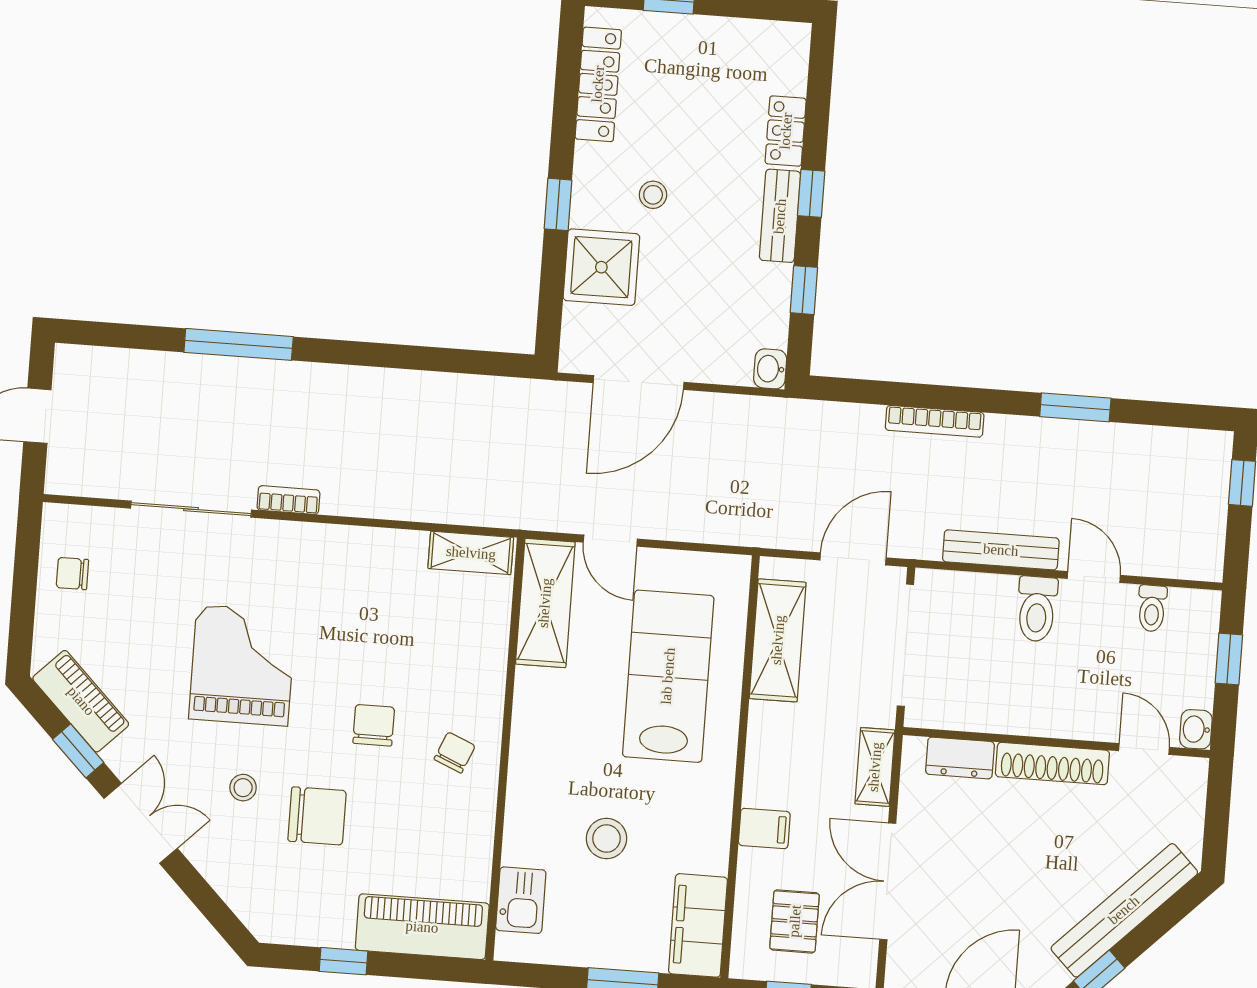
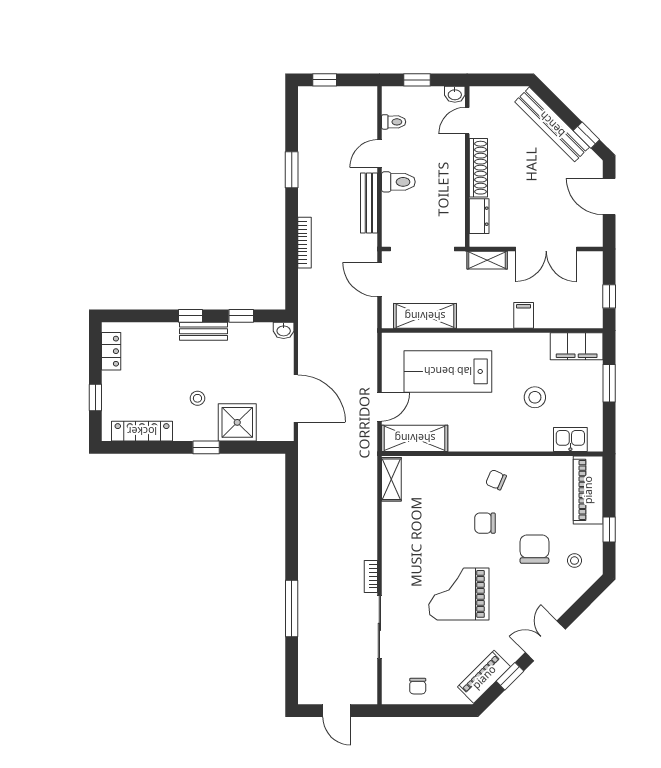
locker: (786, 131) -> (111, 351), moved, turned -90
stool: (243, 788) -> (574, 561), moved
pallet: (795, 921) -> (571, 296), removed

